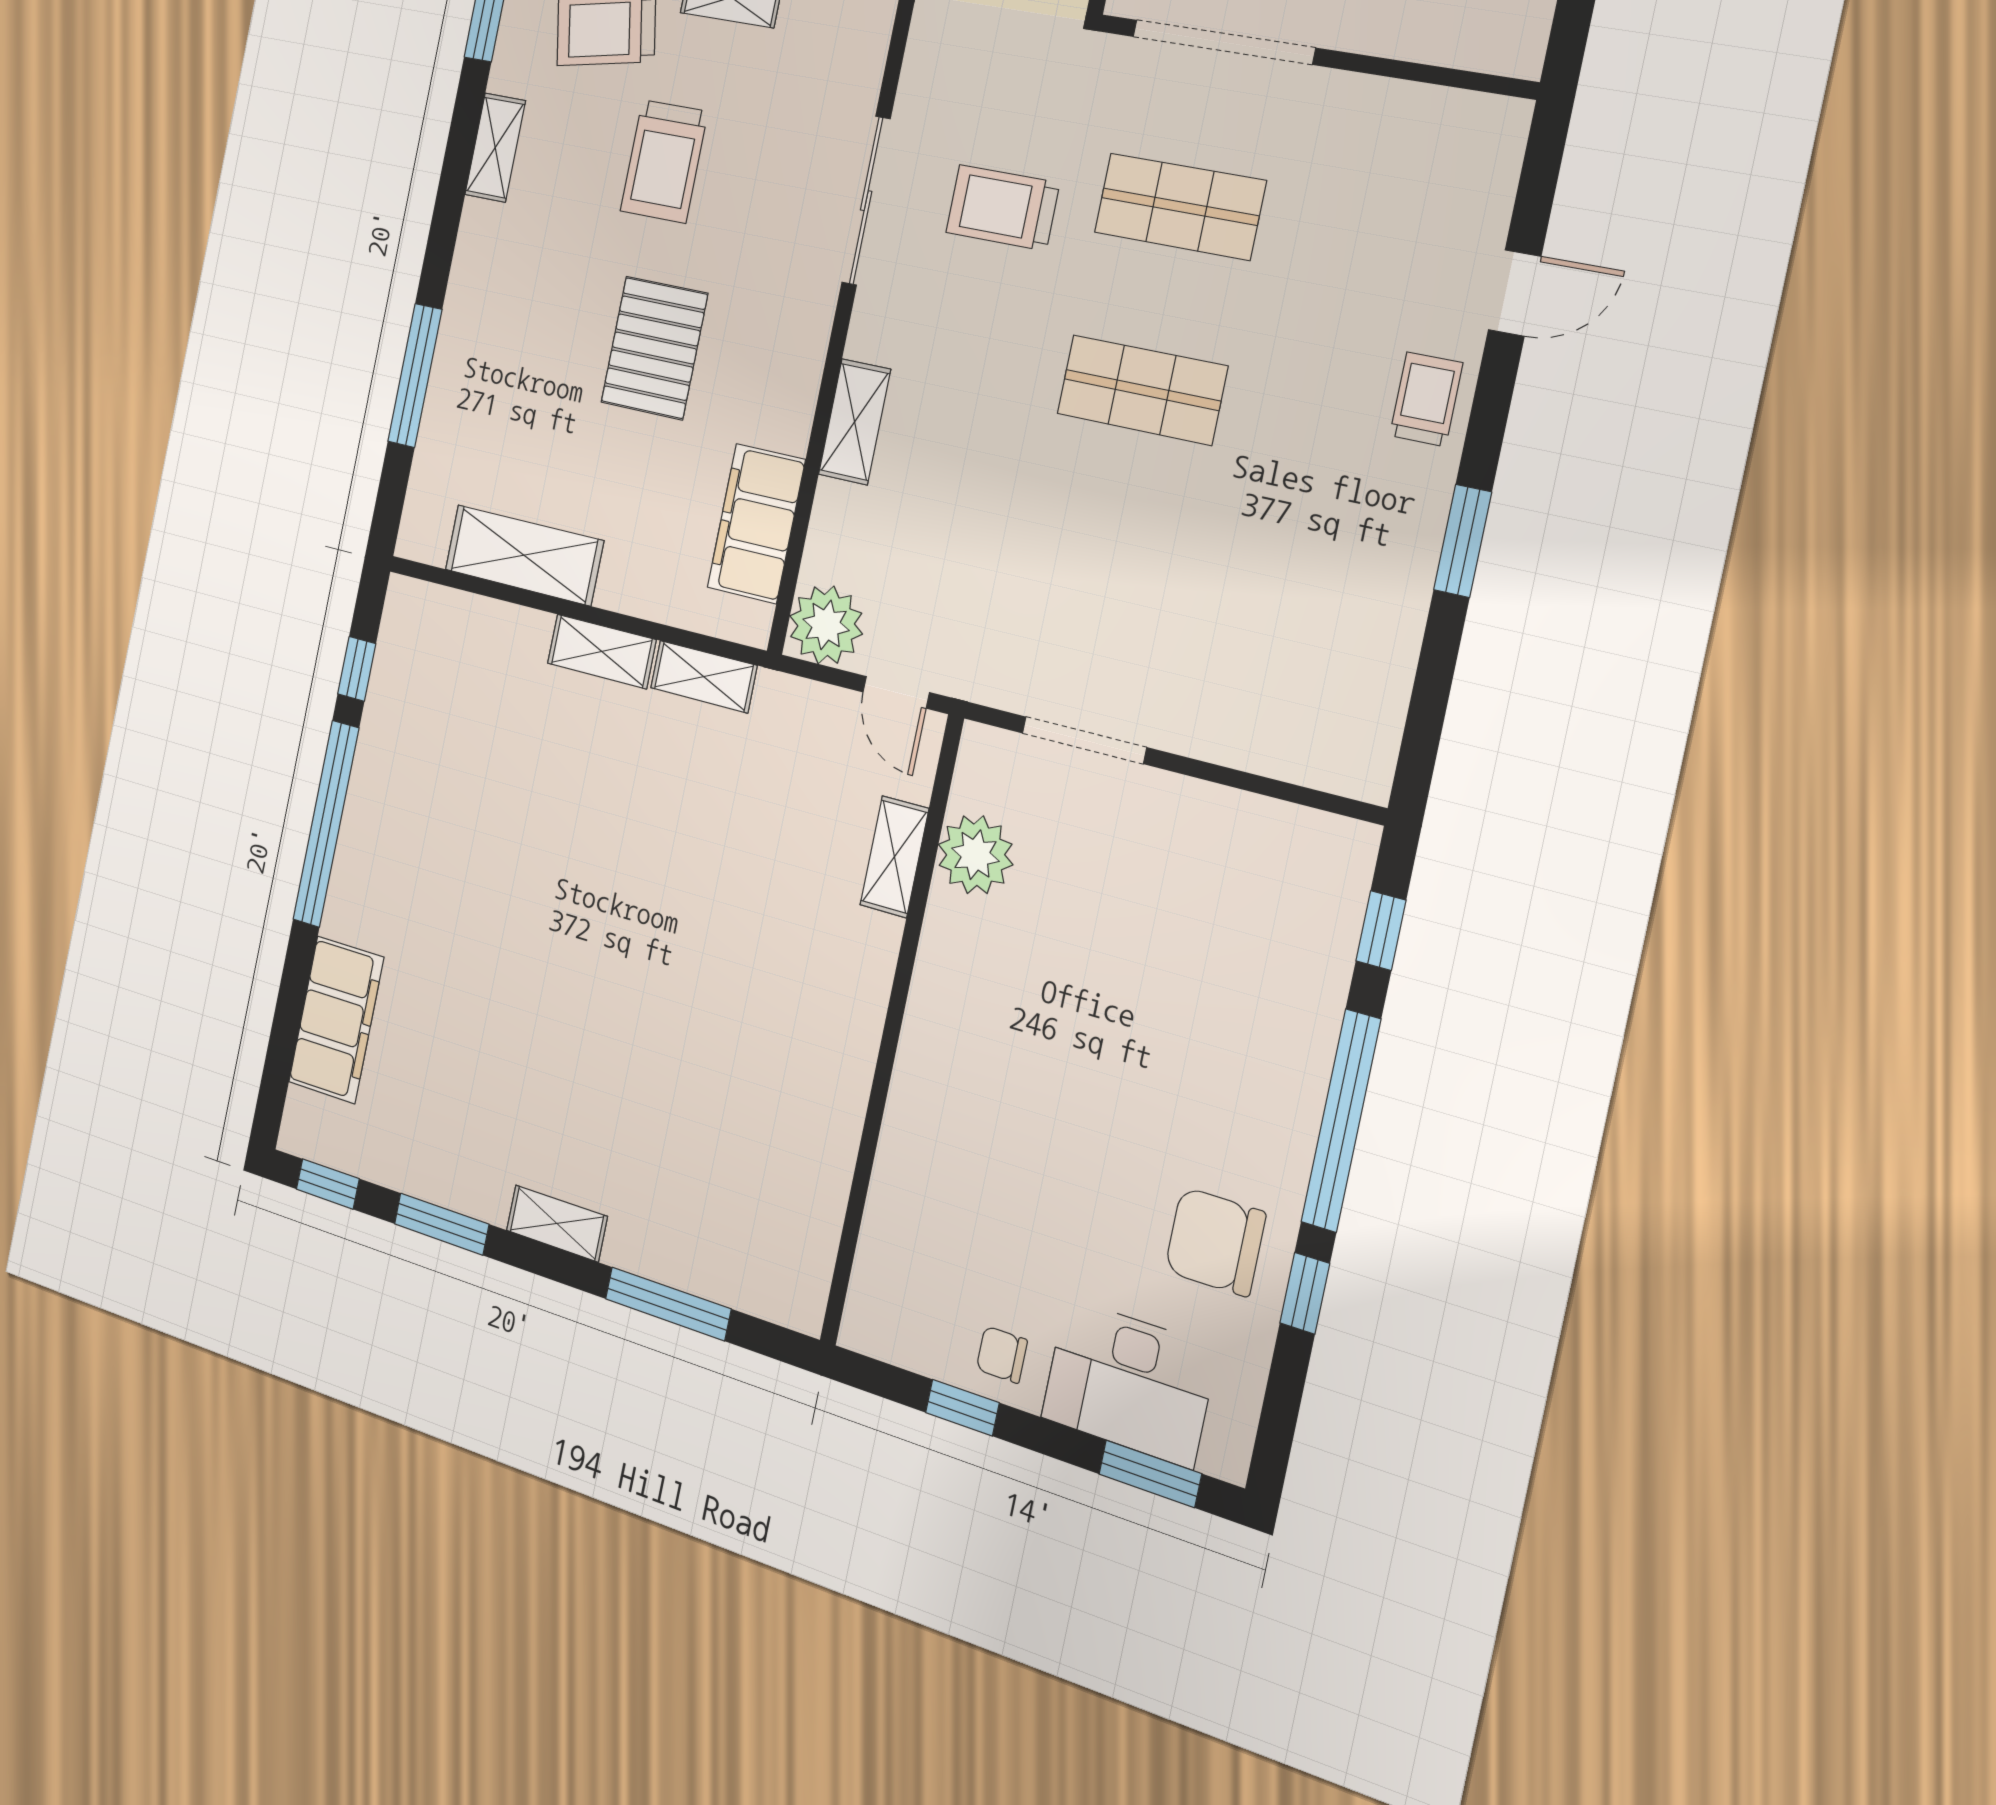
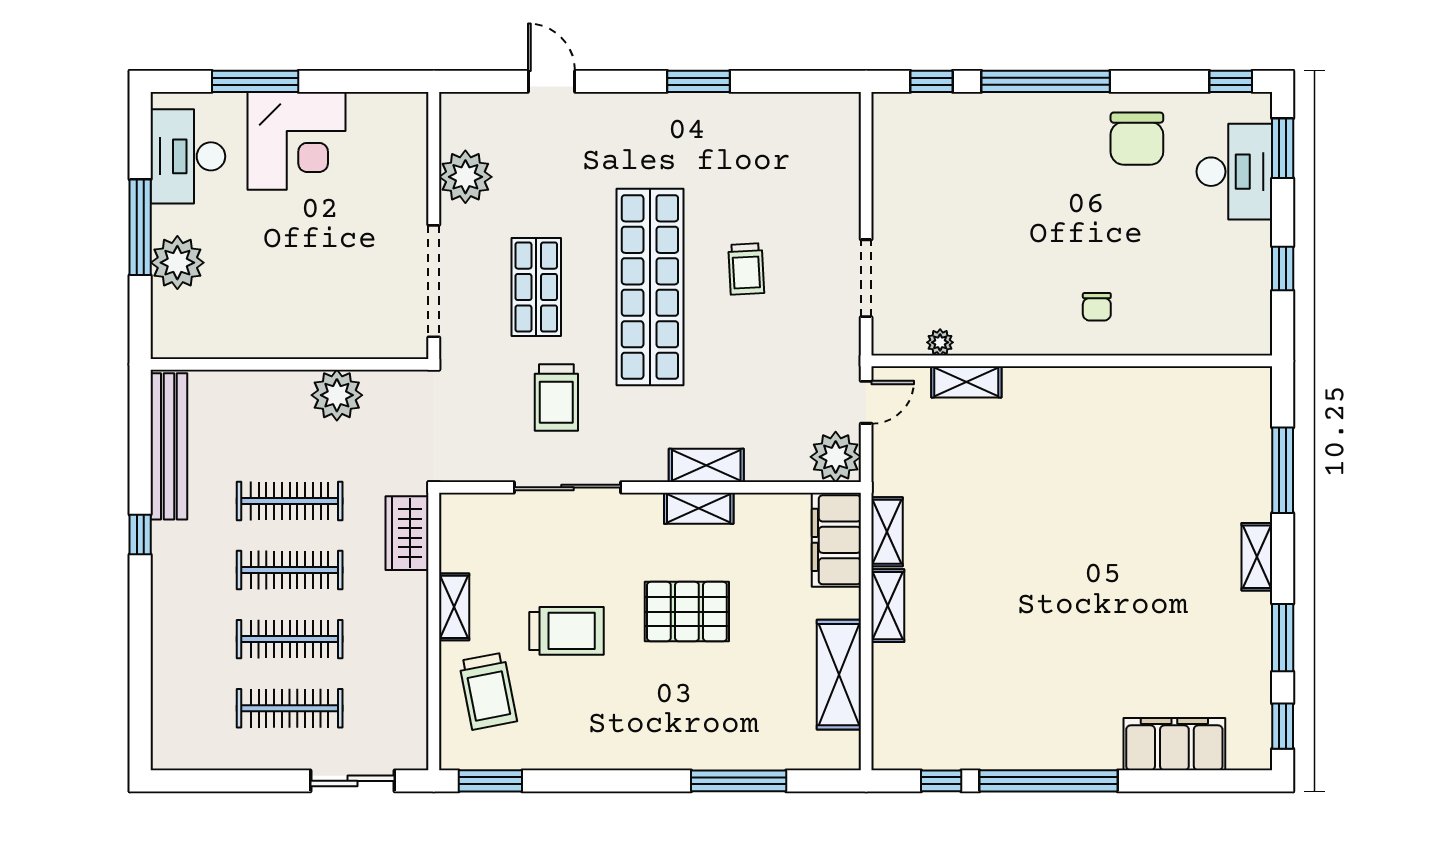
plant: (1383, 121) -> (465, 177), added
shelving: (495, 148) -> (699, 508), moved
shop shelf: (1142, 390) -> (650, 287), width x2.00, depth x1.36
trolley: (1426, 399) -> (746, 269), moved, turned -93
filing cabinet: (756, 524) -> (836, 540), moved, turned 90
plant: (975, 855) -> (940, 342), width x0.53, depth x0.53
window: (1305, 1293) -> (1231, 81), moved
chair: (1002, 1355) -> (1097, 307), moved

